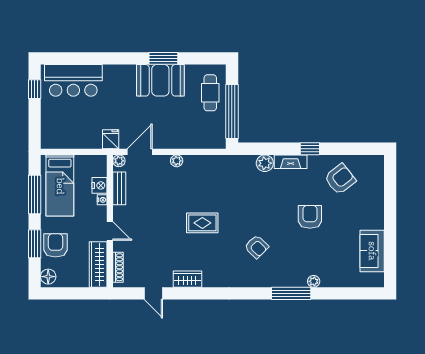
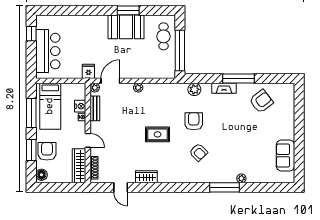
bar counter: (73, 80) -> (48, 51), moved, turned -90
window: (310, 149) -> (239, 79), width x2.17
plant: (265, 163) -> (194, 89), moved
armchair: (310, 217) -> (194, 121), moved

